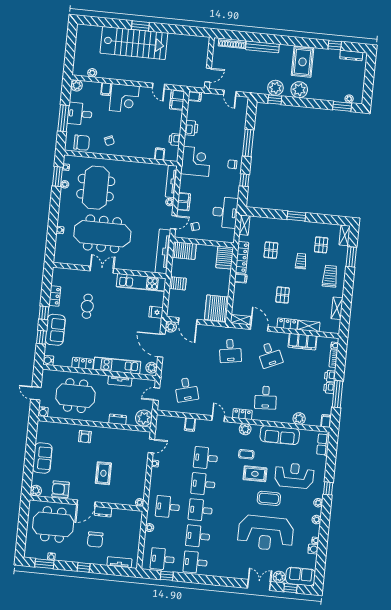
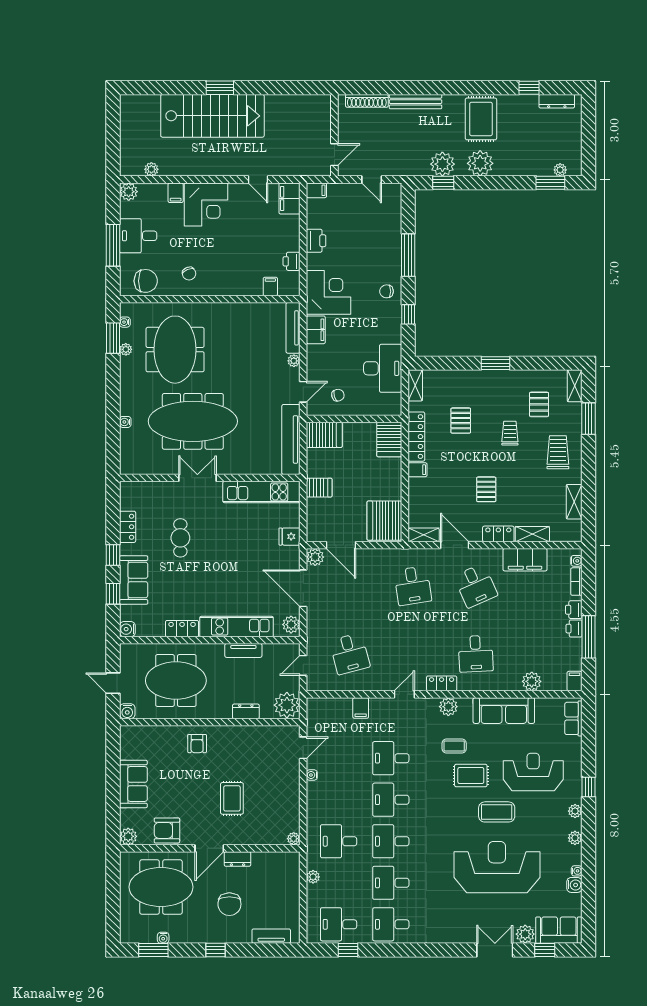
filing cabinet: (184, 202) -> (316, 330), moved
door: (218, 419) -> (404, 694), hinge flipped
reception desk: (266, 533) -> (497, 867), turned 180

